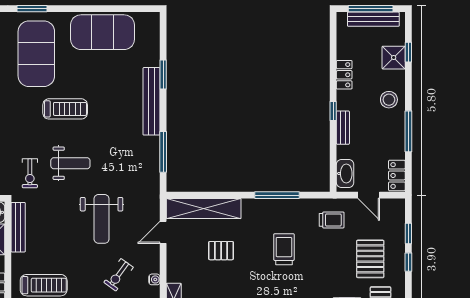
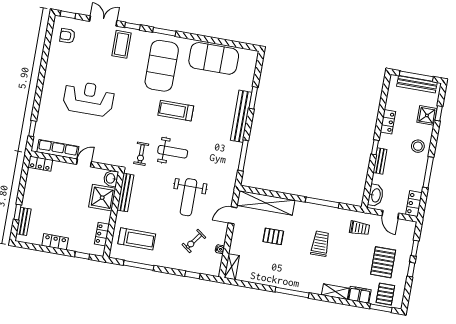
treadmill: (65, 109) -> (176, 111), turned 180

